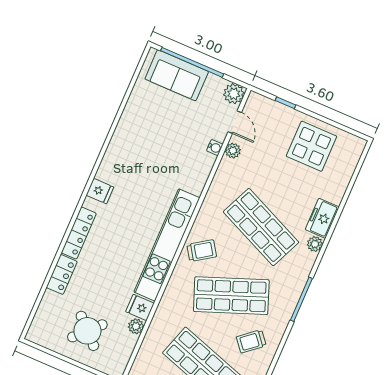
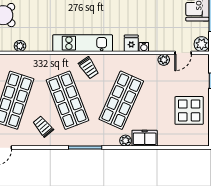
water cooler: (215, 148) -> (144, 47), moved
kitchen unit: (167, 245) -> (83, 43), width x0.73
fridge: (140, 307) -> (131, 43), moved

